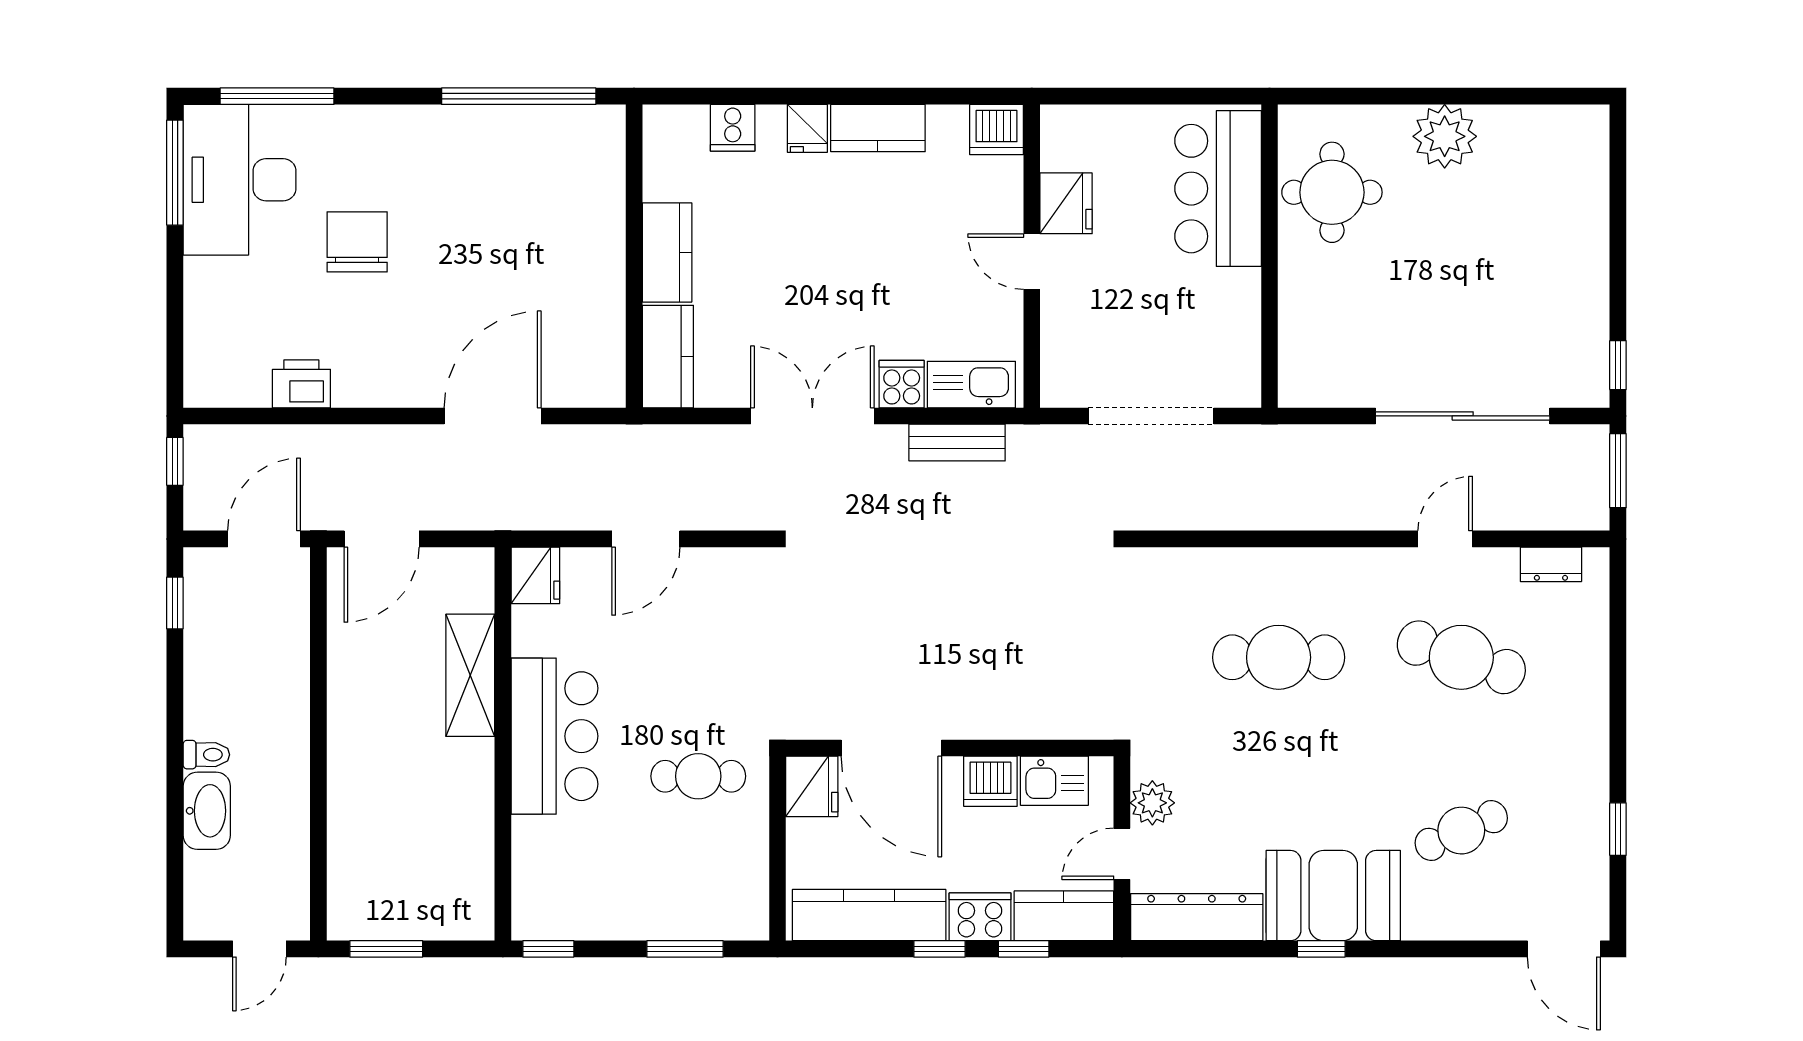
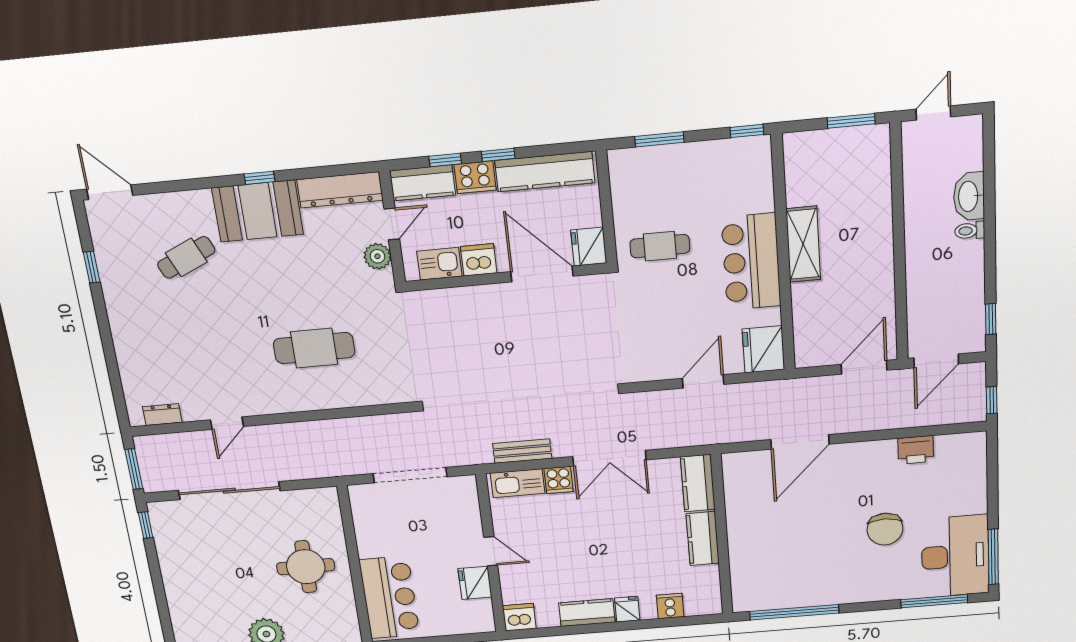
round table: (1332, 192) -> (306, 567), moved
fridge: (535, 575) -> (763, 349), width x1.36, depth x1.34
cafe table: (1461, 657) -> (205, 358), removed
shelving: (470, 675) -> (803, 244), moved

